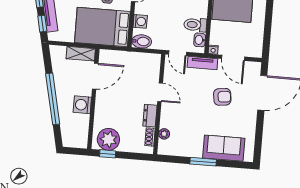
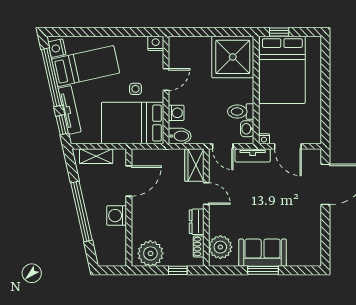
shelving: (81, 54) -> (96, 156), moved
wardrobe: (152, 67) -> (194, 165), added
armchair: (222, 97) -> (279, 193), removed
plant: (164, 134) -> (220, 247), width x1.87, depth x1.87
sofa: (224, 148) -> (263, 253), moved
window: (108, 154) -> (178, 270), moved

